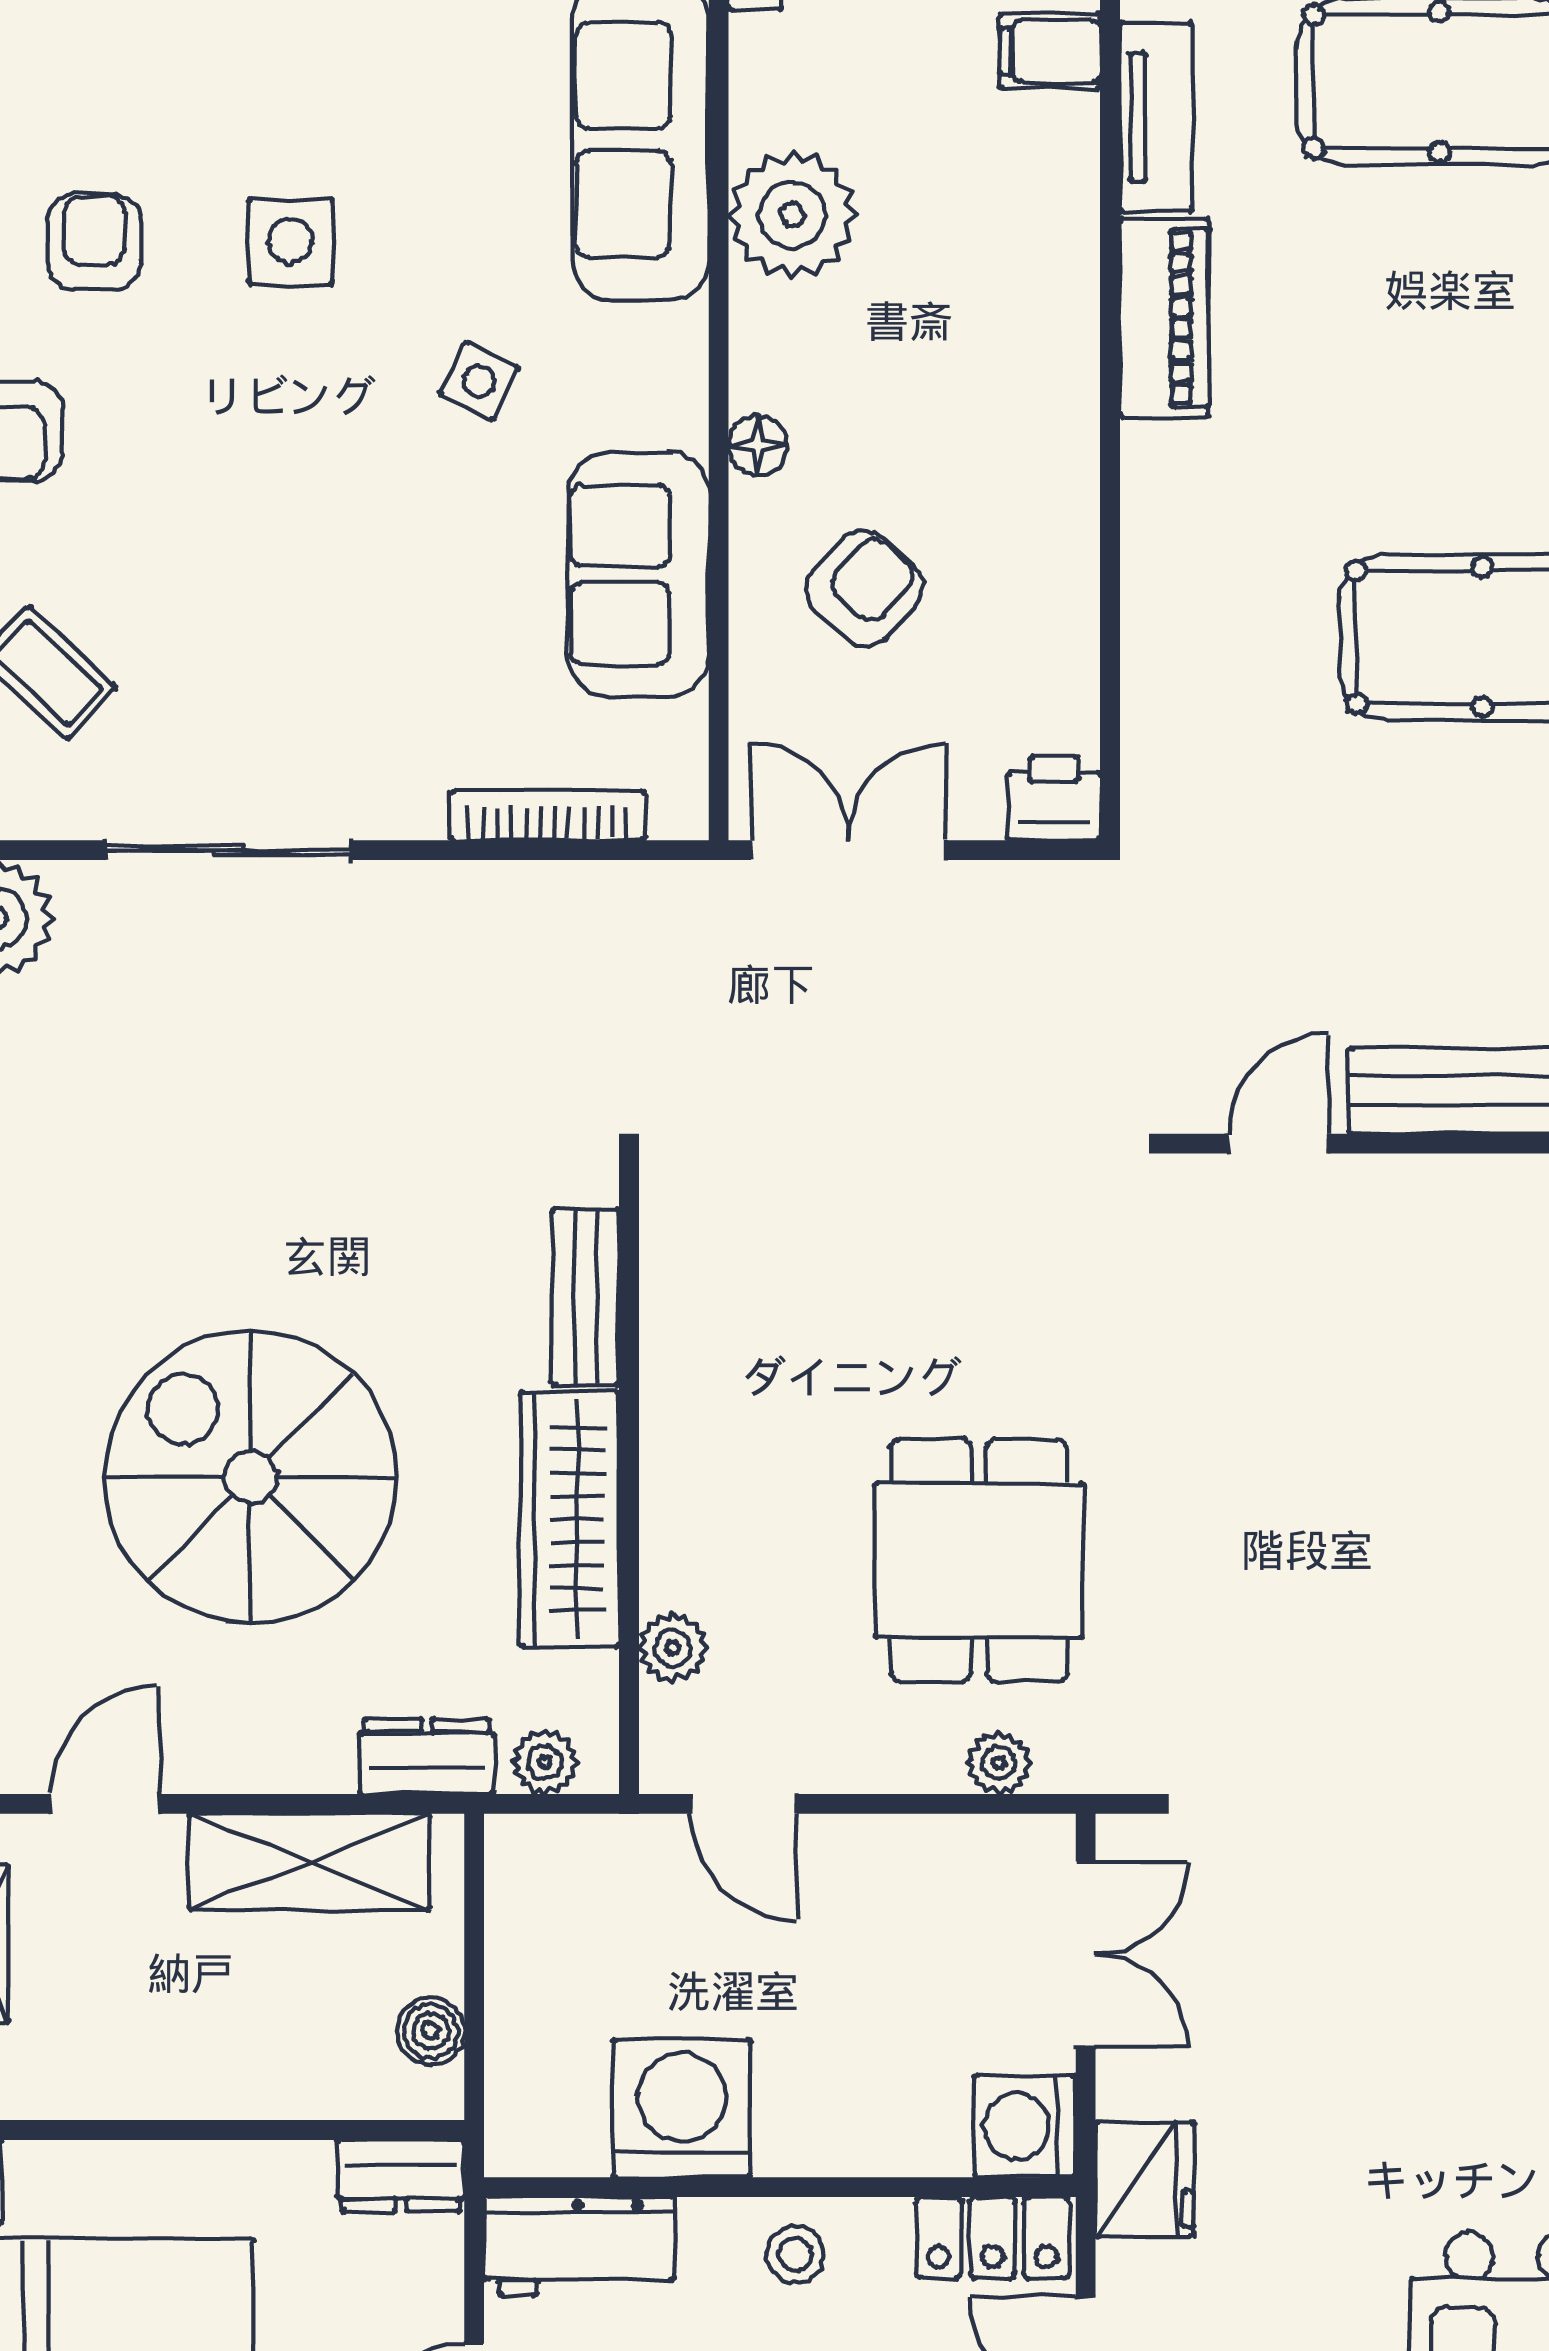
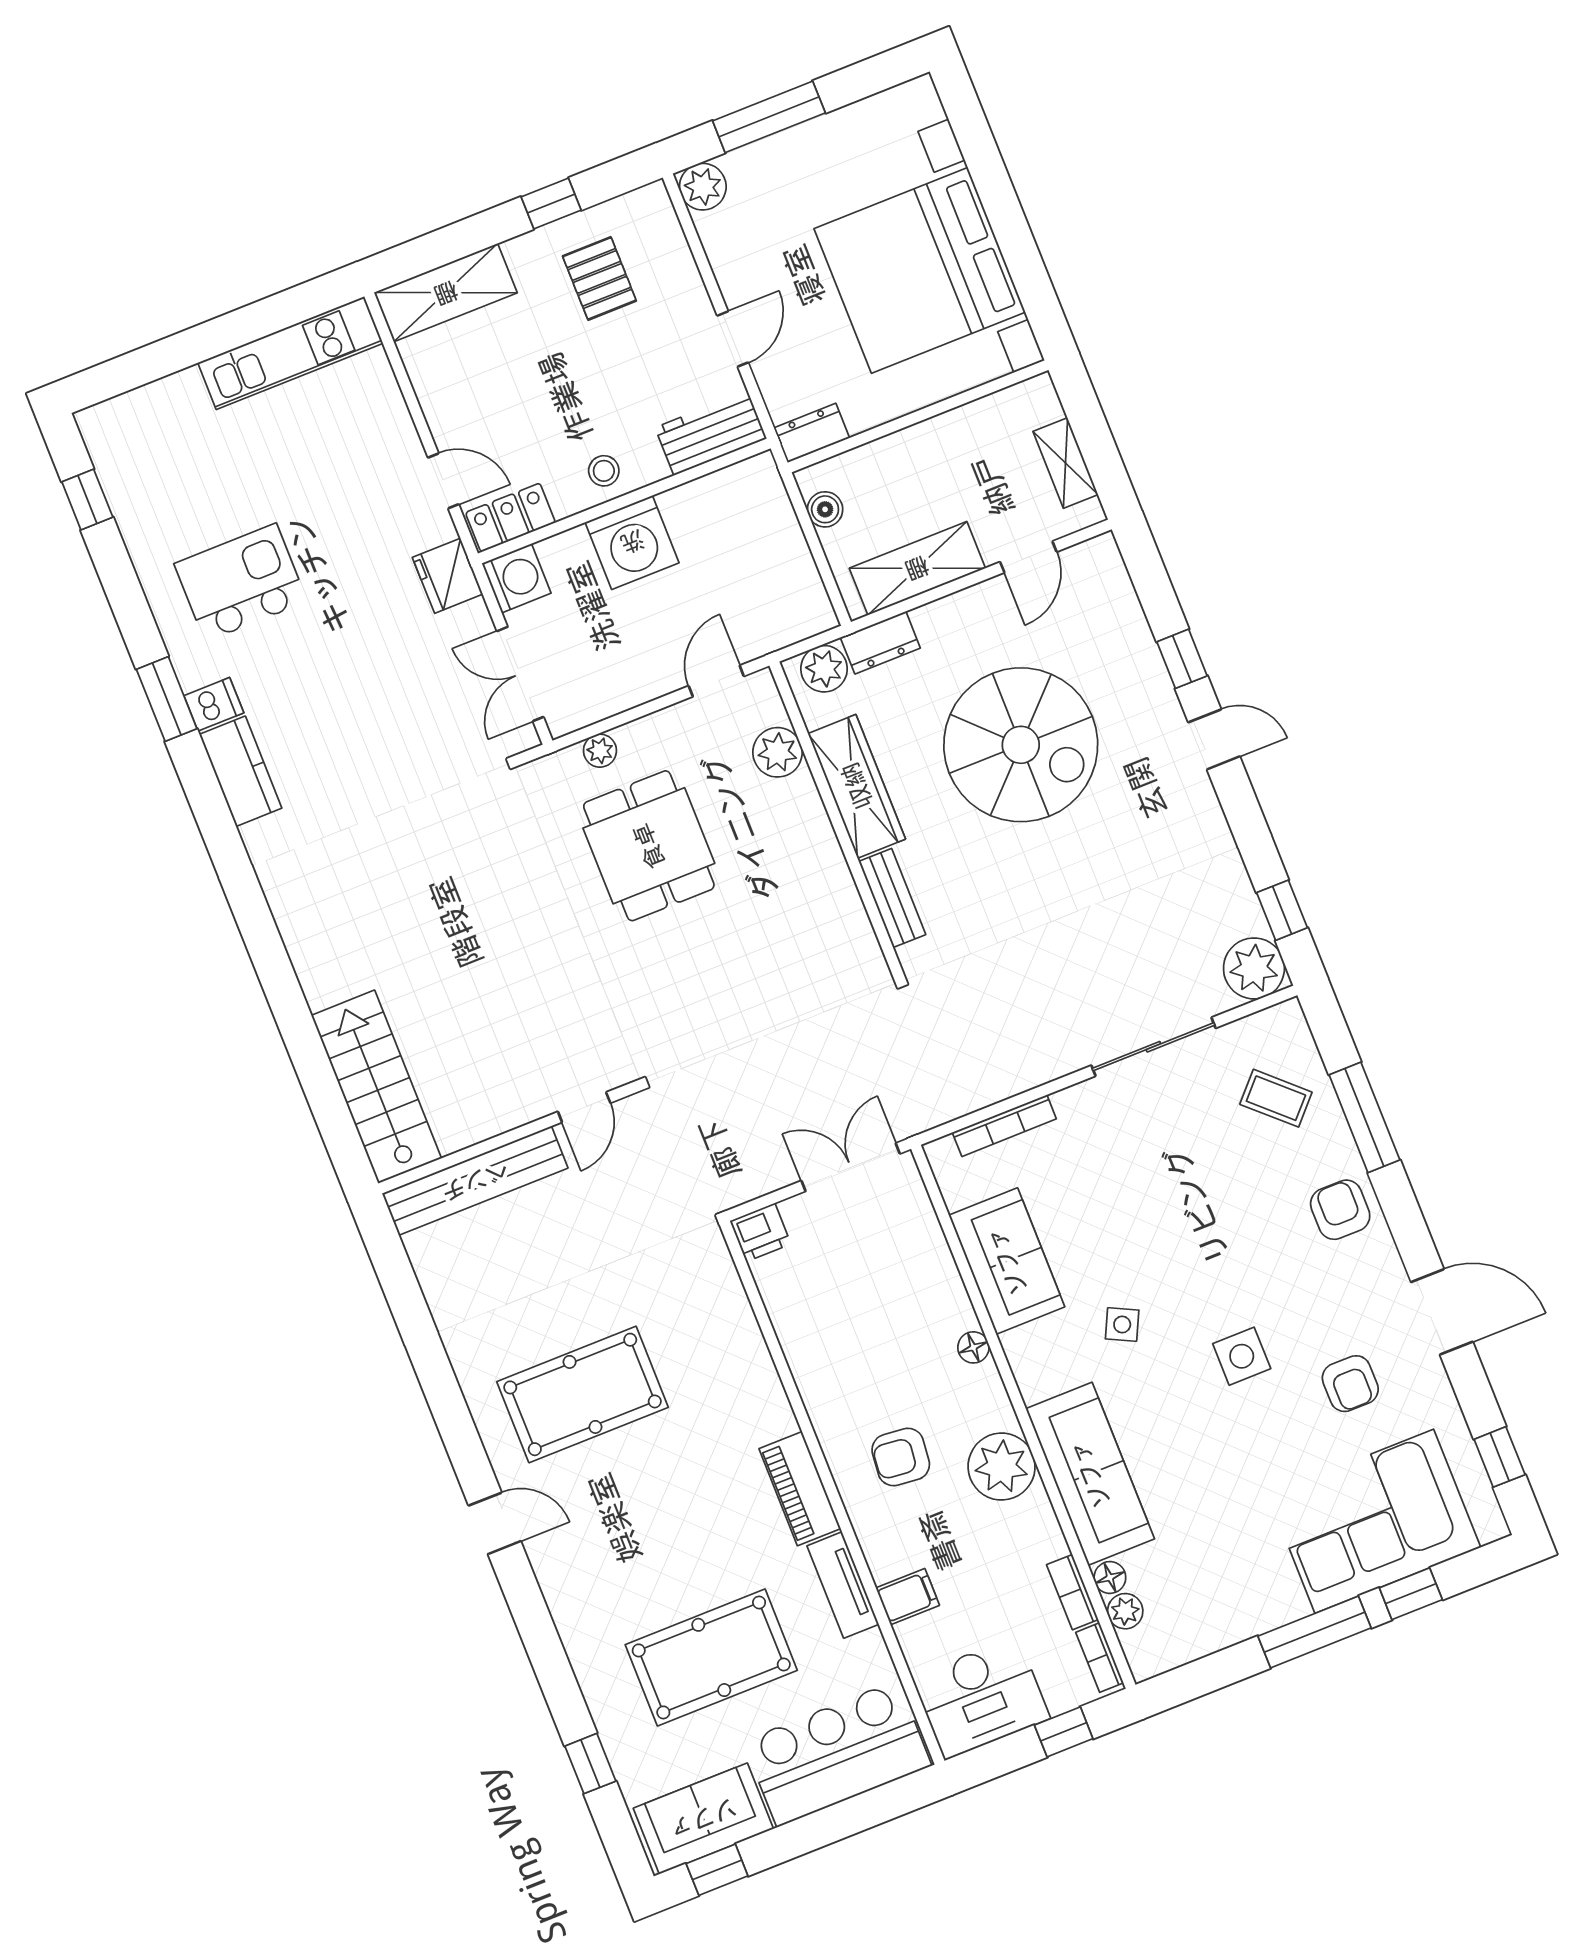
armchair: (94, 242) -> (1350, 1384), moved
armchair: (864, 588) -> (901, 1457), moved, turned 53
double door: (848, 850) -> (851, 1167), swing flipped
plant: (673, 1648) -> (778, 752), width x1.38, depth x1.38
plant: (545, 1762) -> (824, 669), width x1.38, depth x1.38
door: (744, 1804) -> (716, 681), hinge flipped
washing machine: (682, 2108) -> (632, 542), moved

